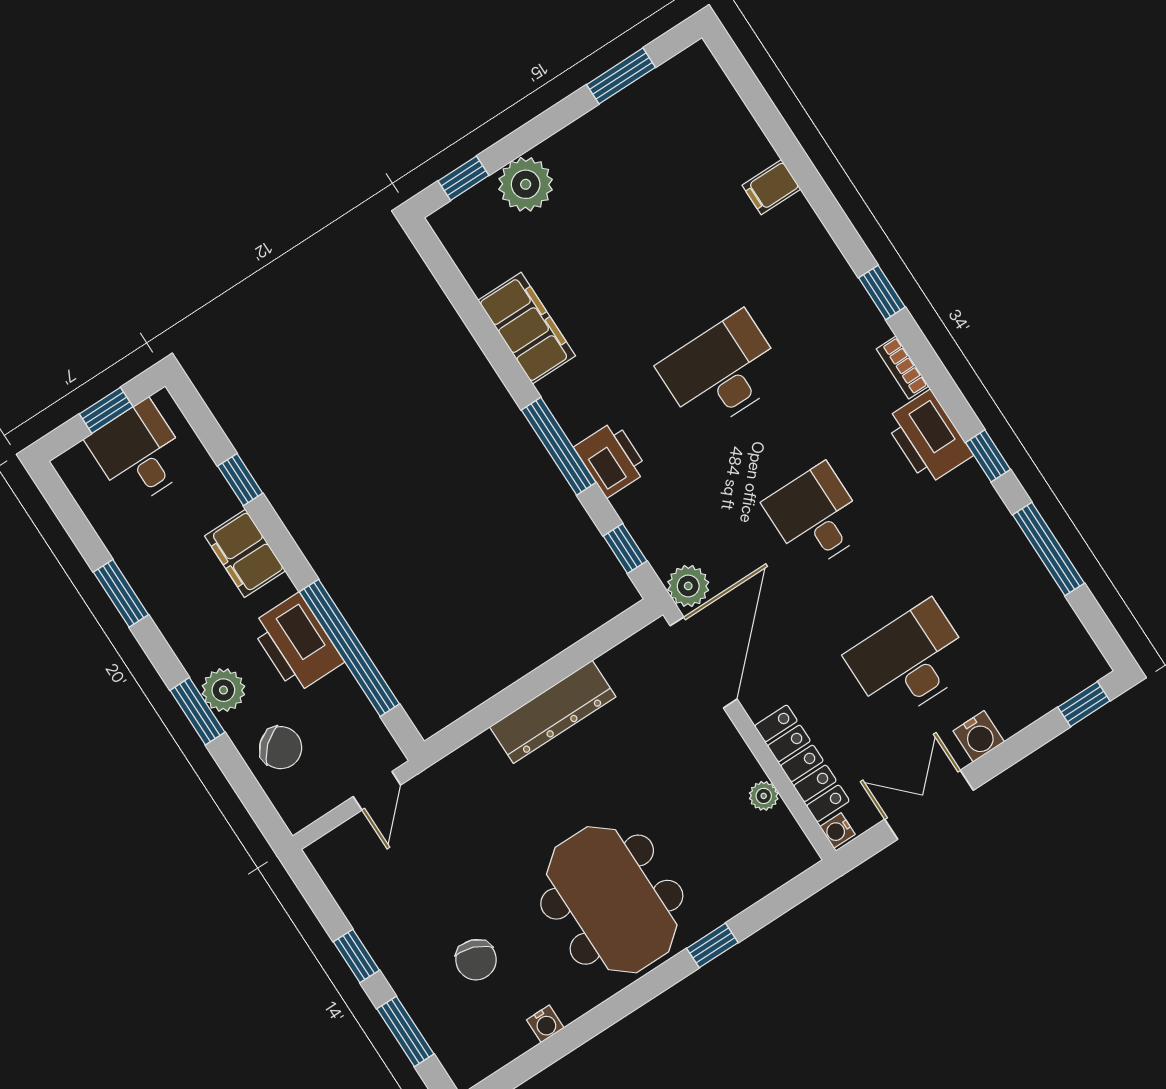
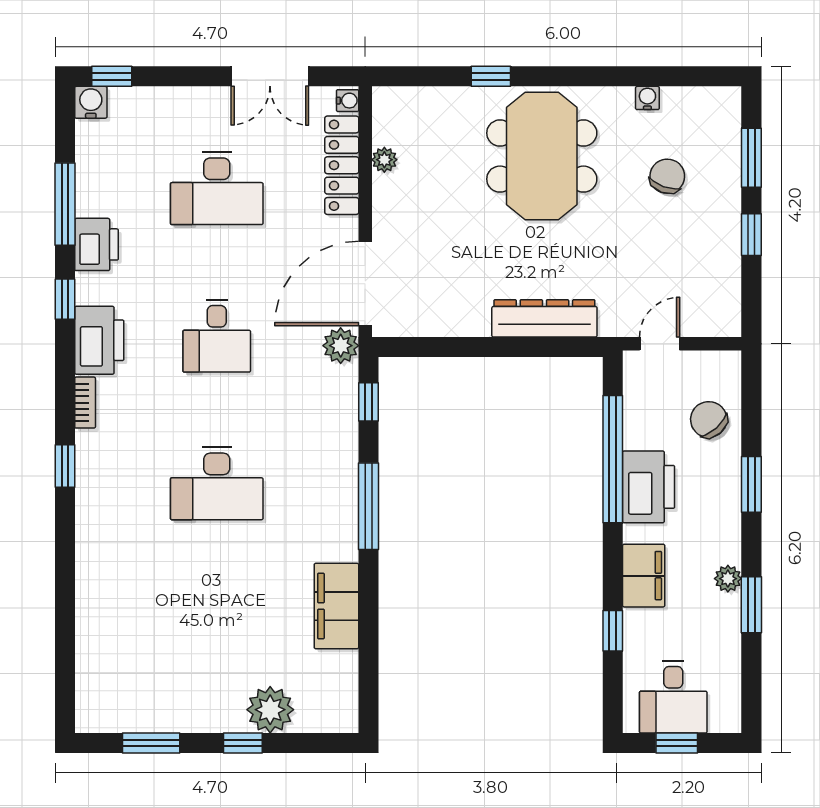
window: (464, 178) -> (243, 743), moved
filing cabinet: (771, 187) -> (95, 593), removed
printer: (611, 459) -> (97, 244), moved, turned 180
plant: (223, 690) -> (728, 579), moved, width x0.73, depth x0.73
dresser: (553, 712) -> (544, 318), moved
water cooler: (979, 736) -> (91, 102), moved

